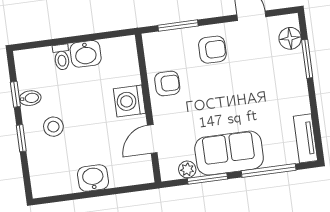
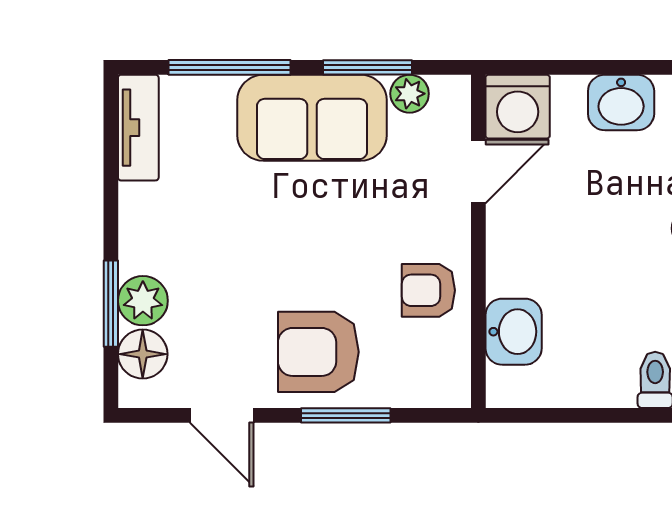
window: (178, 26) -> (346, 415), moved
armchair: (212, 50) -> (318, 352), width x1.38, depth x1.38
washbasin: (86, 54) -> (514, 332), moved, turned 90
plant: (293, 62) -> (143, 301), added
washing machine: (129, 101) -> (518, 107), moved, turned 90

